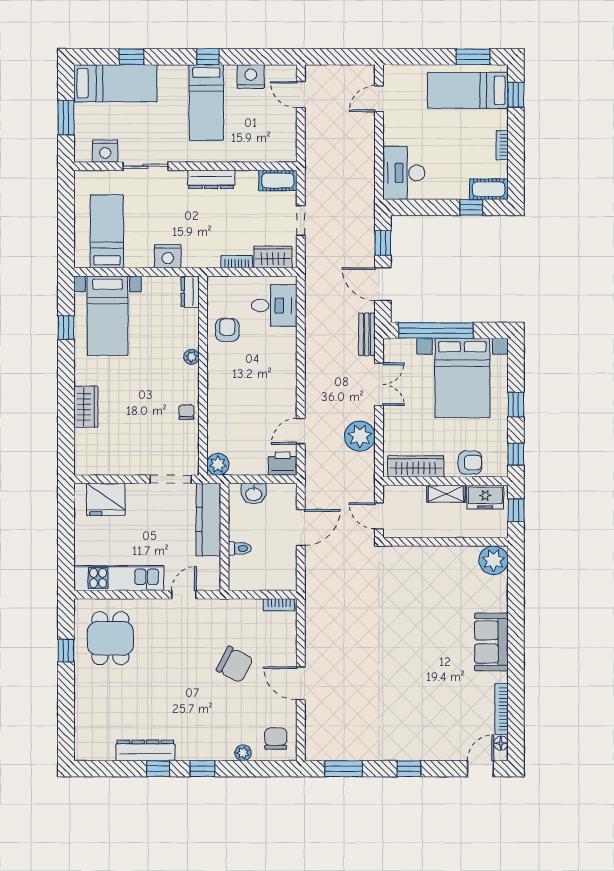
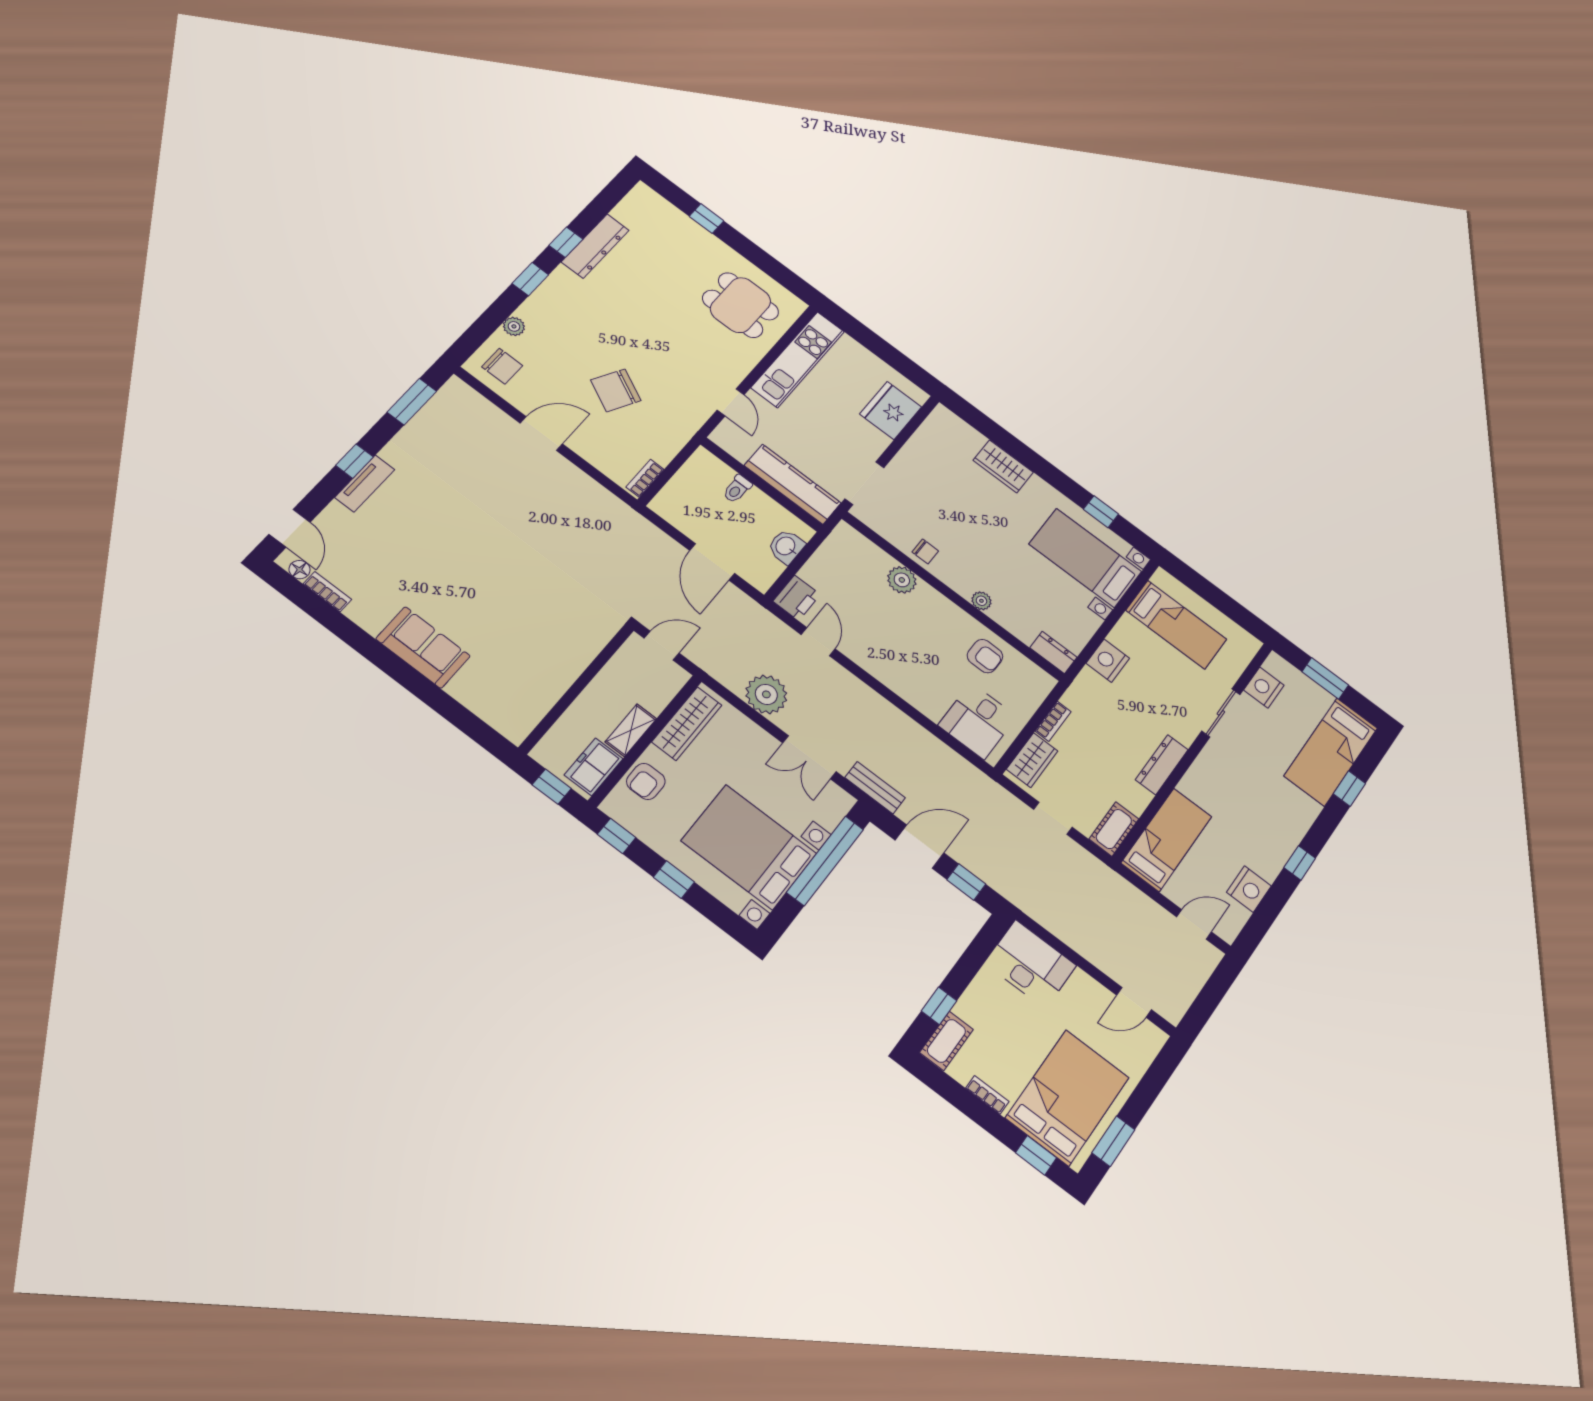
bed: (468, 90) -> (1067, 1098), width x1.50
door: (379, 99) -> (1134, 1002), swing flipped
bed: (206, 102) -> (1166, 840), moved, turned 90
plant: (218, 464) -> (902, 580), moved
plant: (494, 560) -> (514, 720), removed
window: (66, 651) -> (707, 219), moved
bookcase: (502, 709) -> (327, 592), width x0.64
tv unit: (418, 752) -> (365, 483), added

